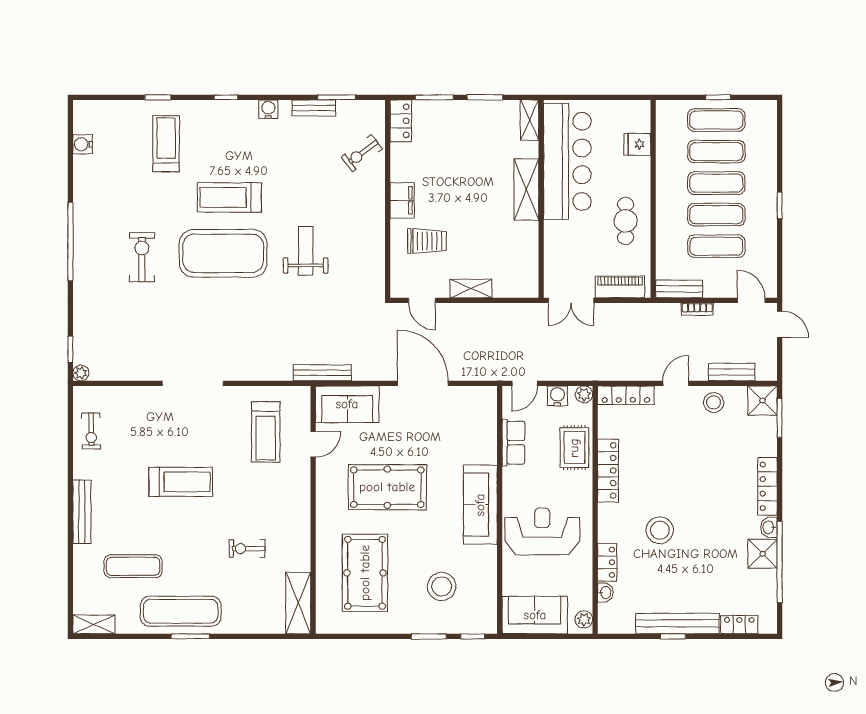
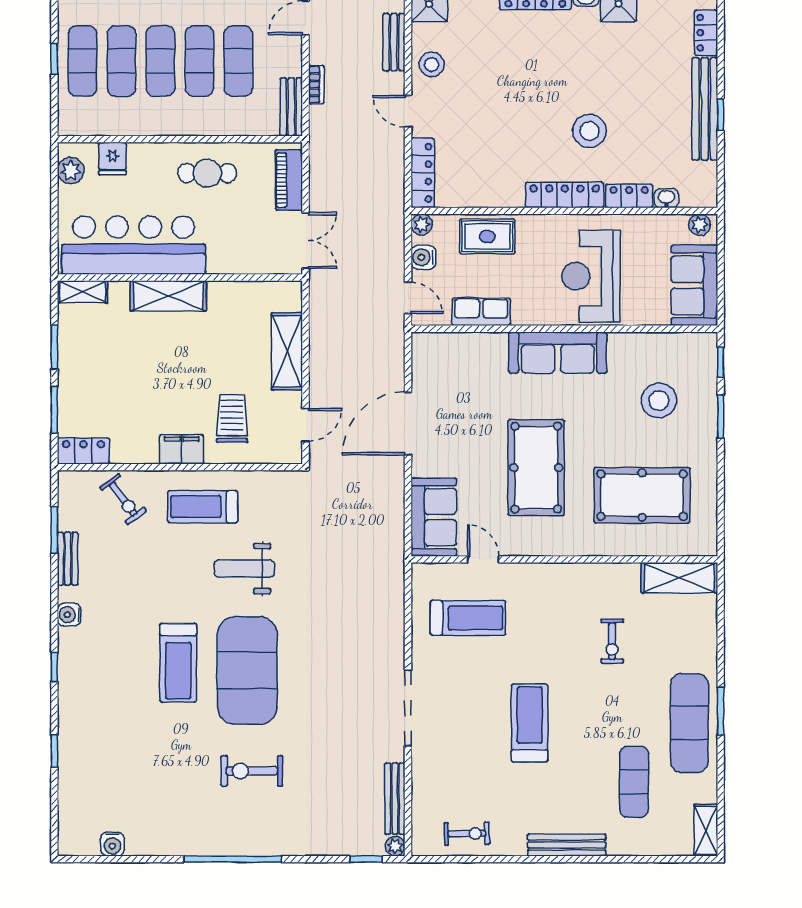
plant: (628, 110) -> (71, 171), added
treadmill: (166, 144) -> (203, 507), moved
shelving: (471, 289) -> (287, 351), width x1.50, depth x1.33
bench: (322, 373) -> (395, 799), moved
locker: (608, 471) -> (565, 195), moved

